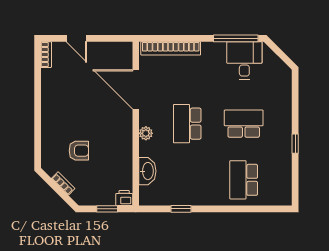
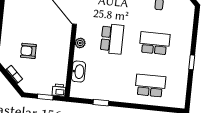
school desk: (187, 124) -> (112, 39), turned 180
armchair: (79, 151) -> (28, 51), turned 180
school desk: (244, 180) -> (150, 86), turned 90

